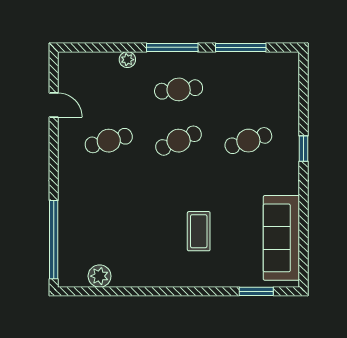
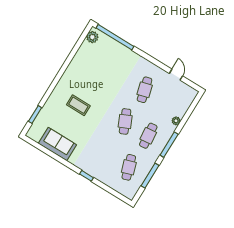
door: (54, 105) -> (176, 75), swing flipped
cafe table: (248, 141) -> (129, 167), moved
sofa: (281, 238) -> (57, 144), width x0.73
plant: (100, 276) -> (92, 37), moved

